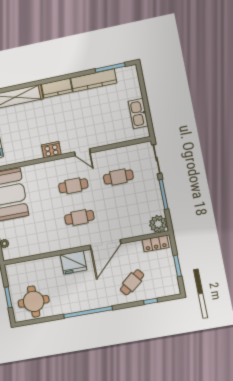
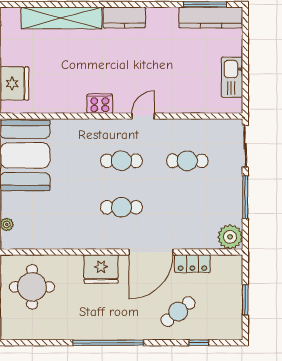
kitchen counter: (94, 80) -> (211, 18), moved
door: (82, 152) -> (143, 116), swing flipped
locker: (156, 244) -> (192, 264), moved
round table: (34, 301) -> (32, 287), moved

